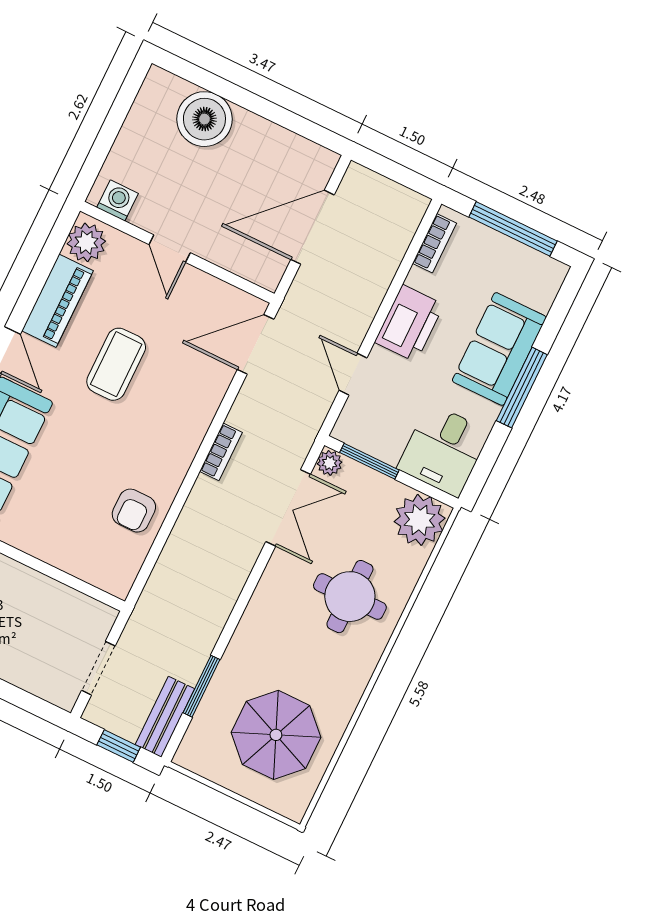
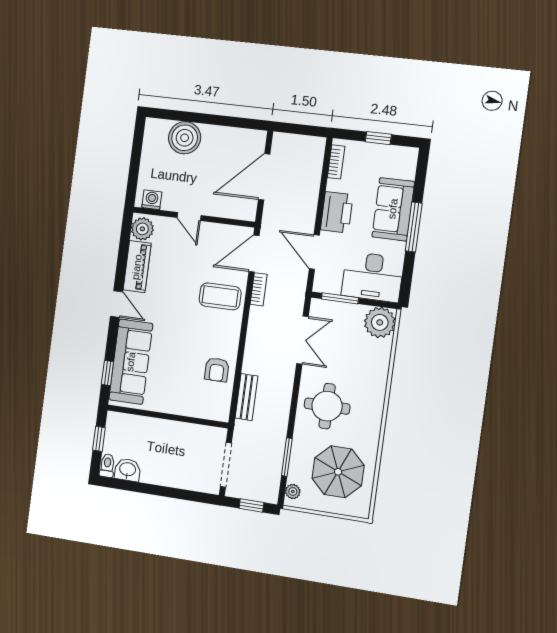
window: (513, 229) -> (378, 138), width x0.46
coffee table: (116, 364) -> (220, 296), moved, turned 90
door: (353, 374) -> (314, 252), width x1.38
desk: (443, 450) -> (373, 277), width x1.37
bookcase: (221, 452) -> (259, 289), moved
plant: (330, 463) -> (293, 491), moved
round table: (350, 597) -> (327, 406), moved
doorway: (98, 668) -> (226, 465), width x1.38
bench: (165, 717) -> (246, 397), moved

